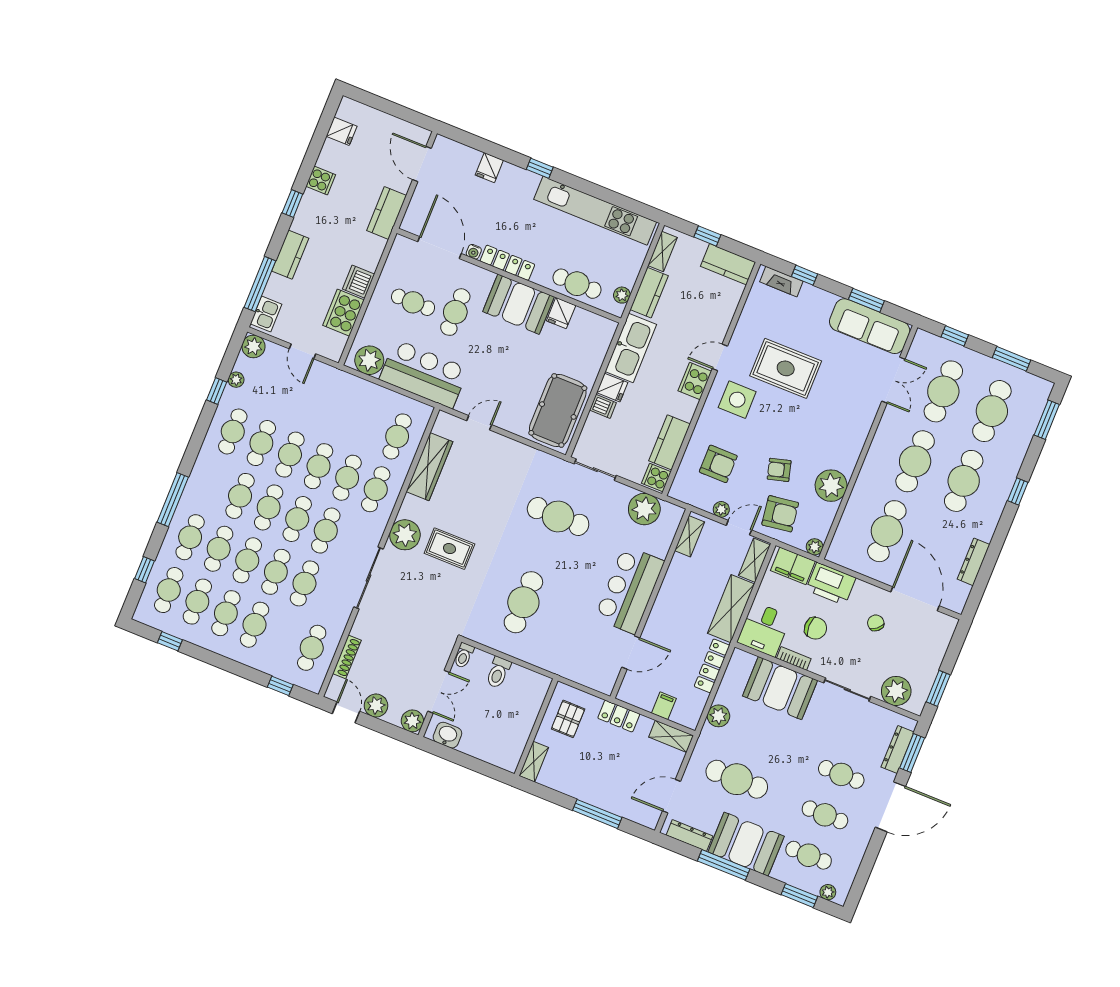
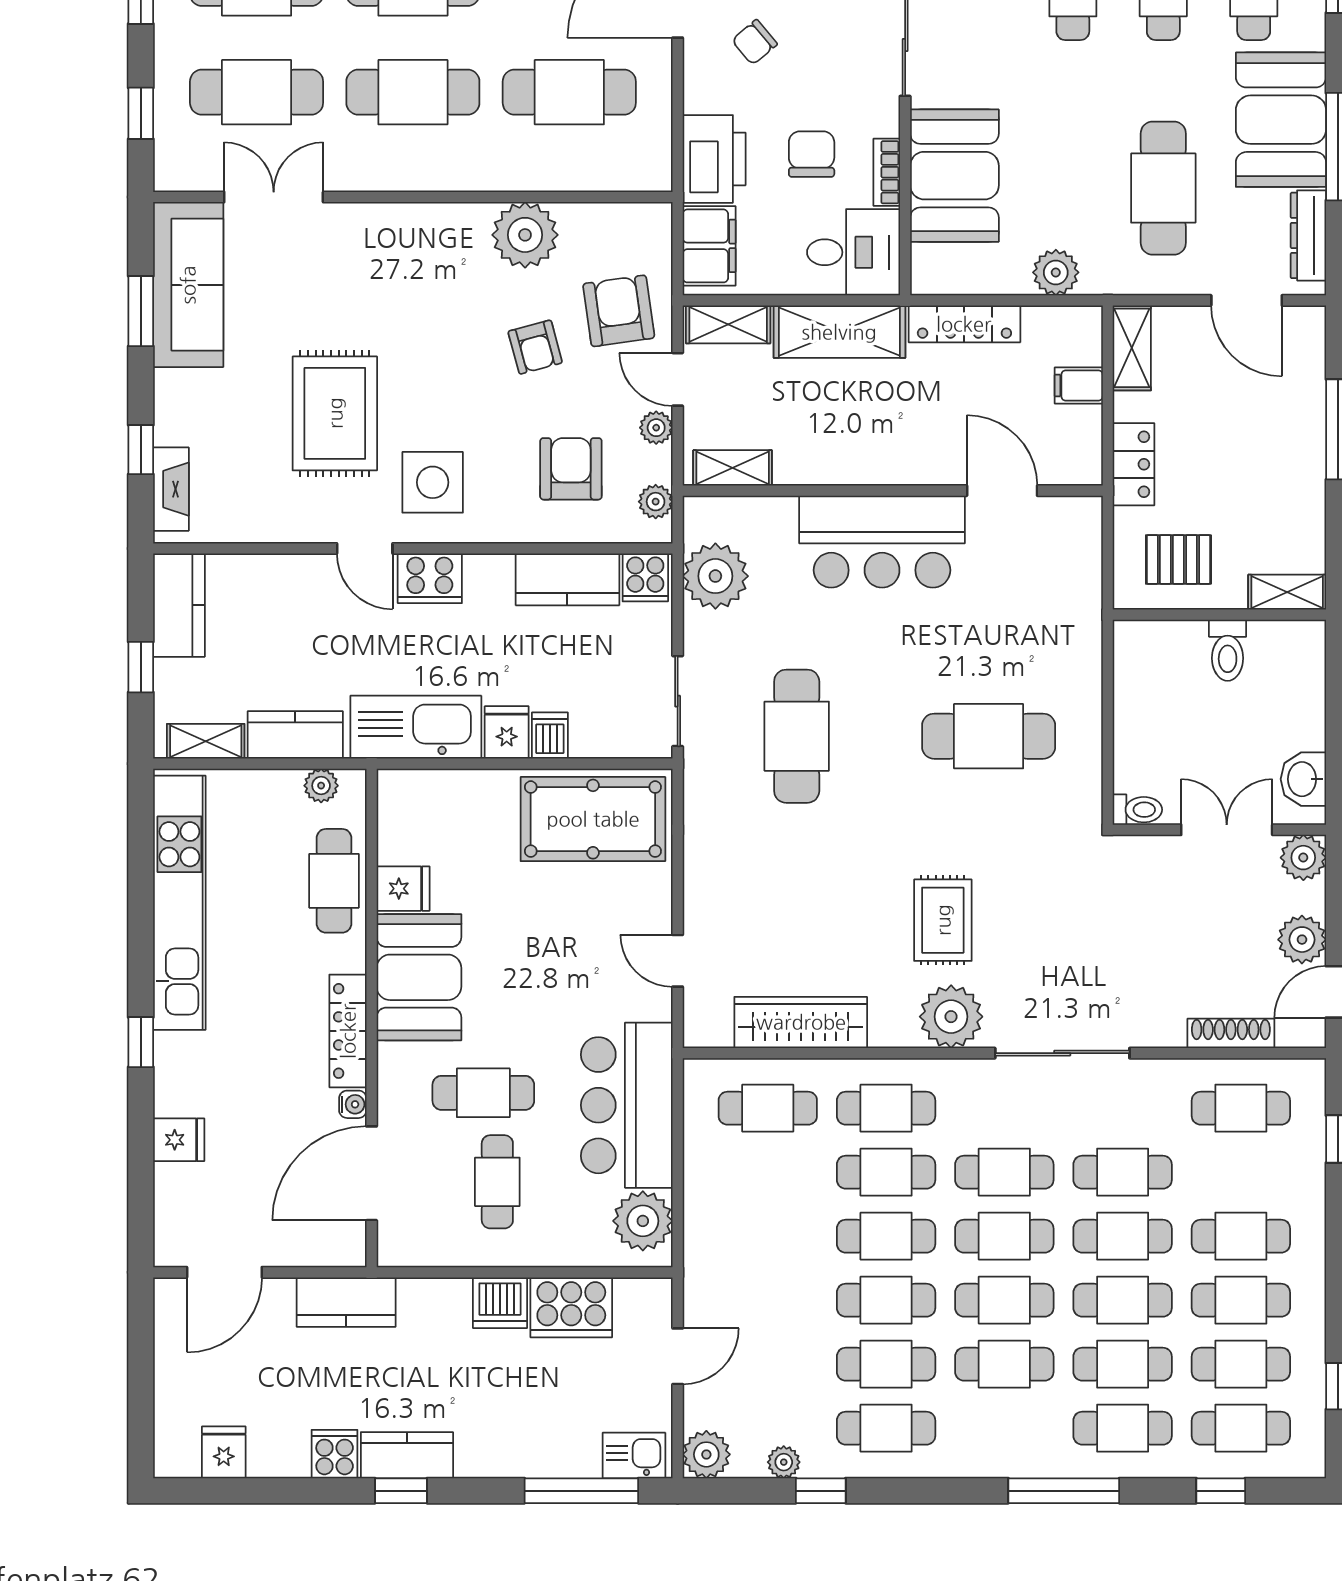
kitchen counter: (290, 255) -> (407, 1455), moved
plant: (815, 547) -> (656, 502), moved
toilet: (498, 672) -> (1228, 650), moved, turned 90

